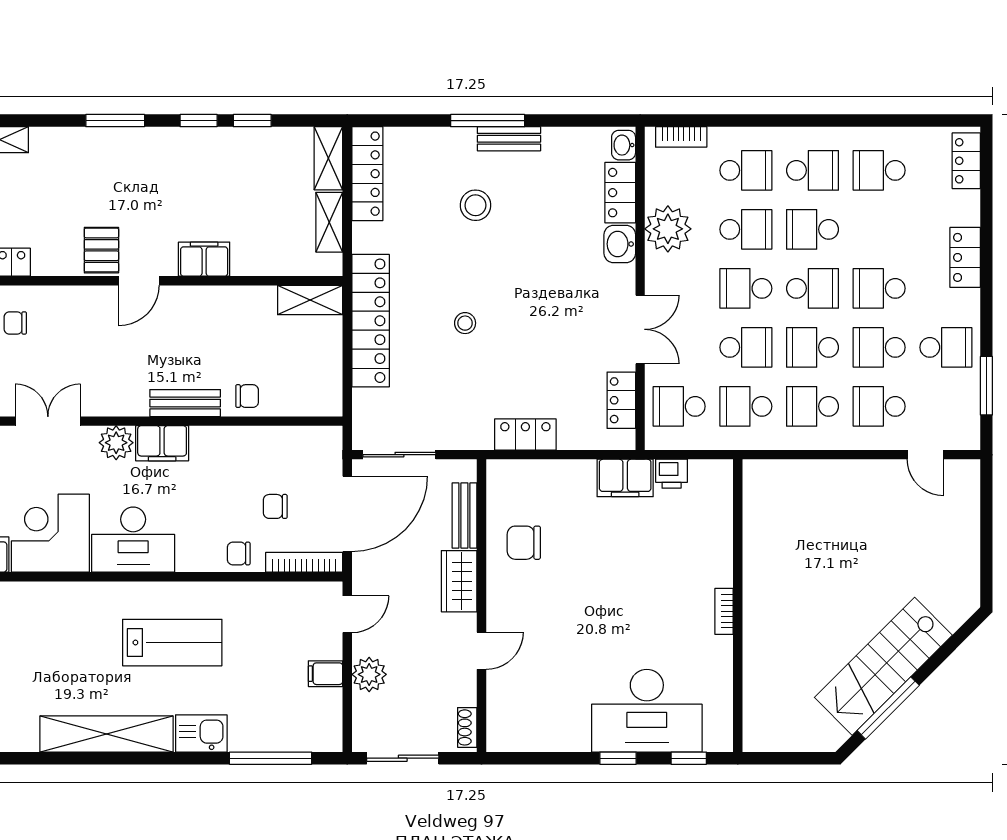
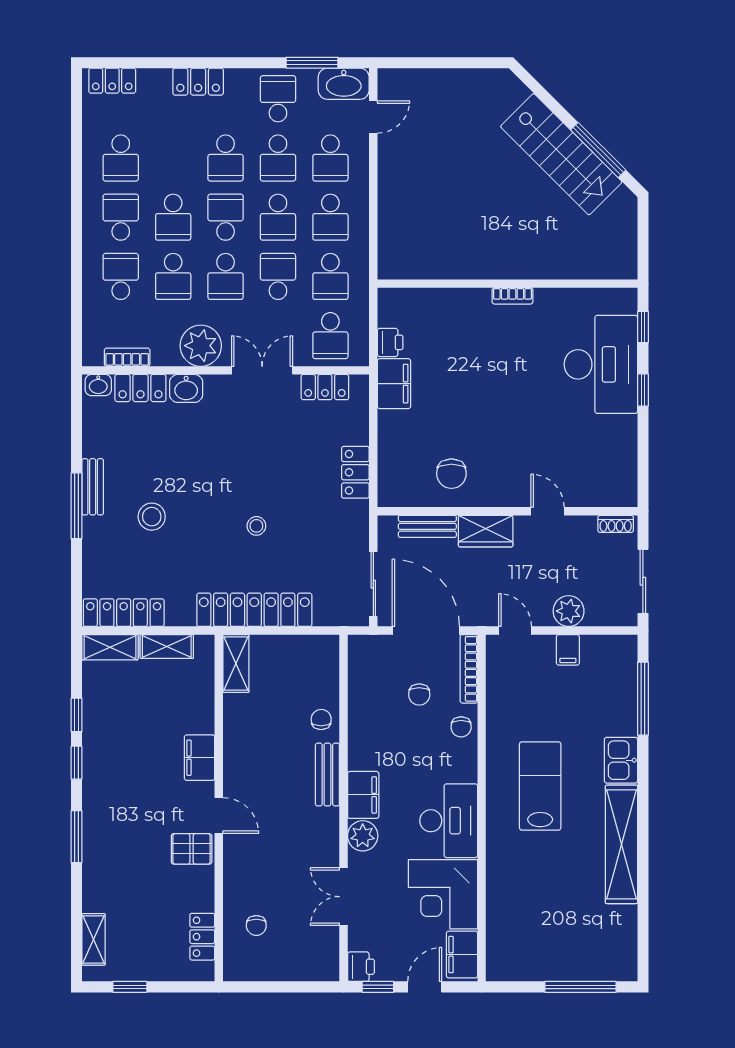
bookcase: (681, 137) -> (127, 357), moved, turned -90
plant: (668, 229) -> (201, 346), moved
school desk: (746, 229) -> (173, 276), turned 180
washbasin: (963, 421) -> (344, 84), added

